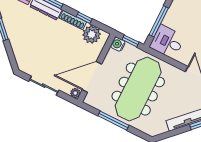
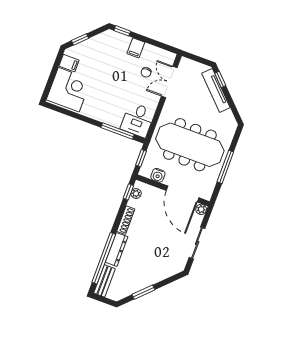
window: (84, 18) -> (128, 192), moved
plant: (92, 34) -> (136, 194), width x0.53, depth x0.53
water cooler: (118, 44) -> (158, 175), moved

